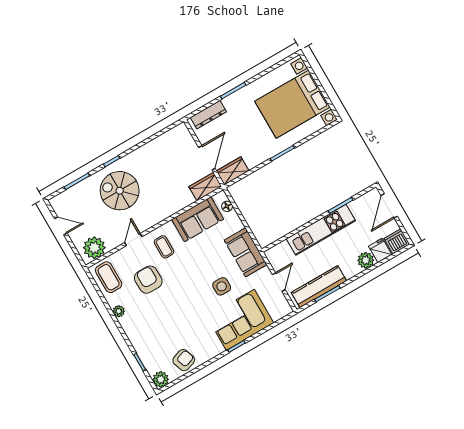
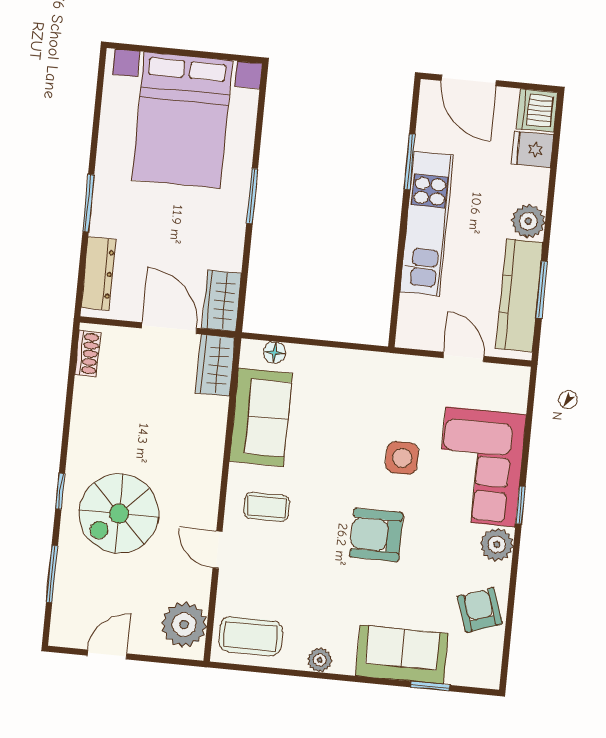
shoe rack: (174, 133) -> (88, 353), added
sofa: (246, 252) -> (402, 655), moved, turned 180
plant: (366, 260) -> (528, 221), moved
armchair: (148, 280) -> (376, 535), moved
plant: (161, 379) -> (497, 545), moved

